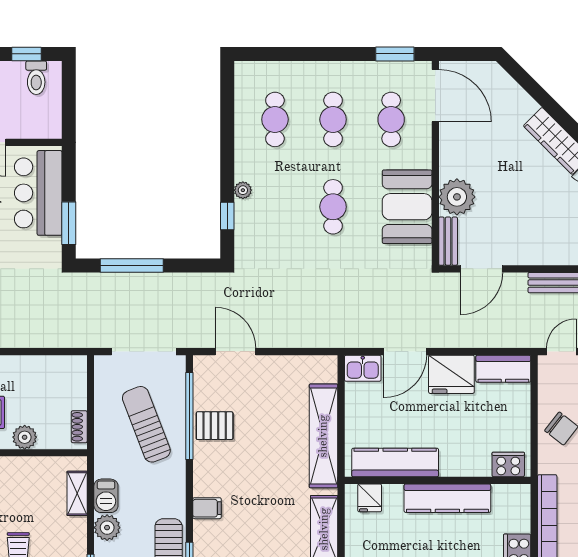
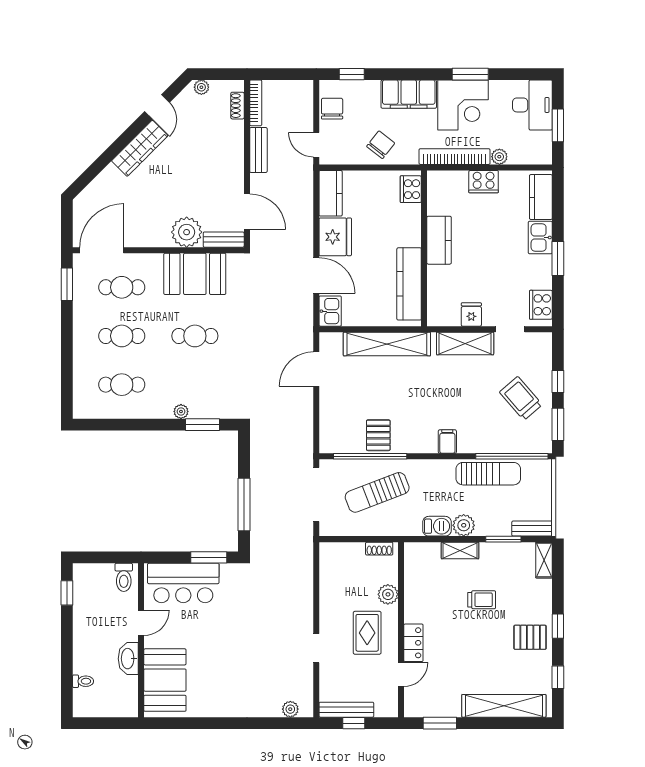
toilet: (36, 78) -> (124, 577), moved, turned 90
window: (227, 216) -> (203, 425), width x1.50
door: (235, 352) -> (316, 369), moved
shelving: (77, 493) -> (460, 550), moved
fridge: (370, 498) -> (471, 315), moved, turned -90
kitchen counter: (447, 498) -> (439, 240), width x0.67

